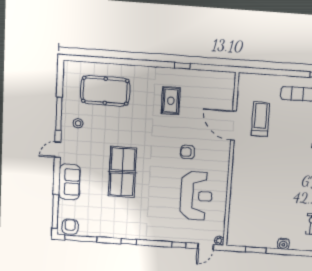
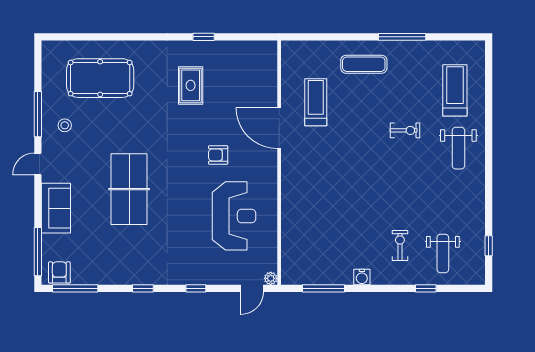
door: (233, 126) -> (279, 128), moved
window: (179, 245) -> (196, 288), moved
window: (256, 250) -> (324, 288), width x1.44

